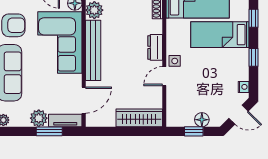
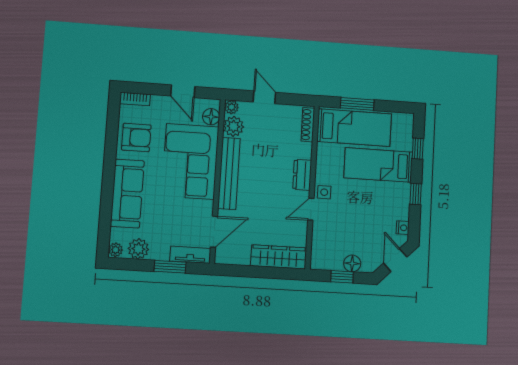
door: (239, 115) -> (395, 260), swing flipped
plant: (39, 118) -> (138, 249), moved

